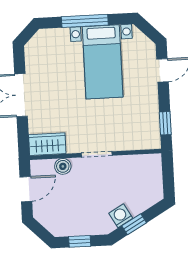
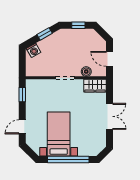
window: (85, 21) -> (68, 160), width x1.46
door: (26, 189) -> (109, 59), hinge flipped
washing machine: (121, 216) -> (34, 50), moved

